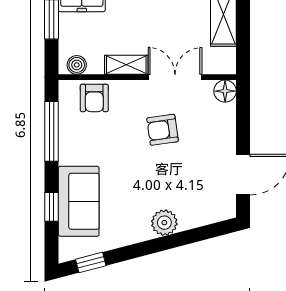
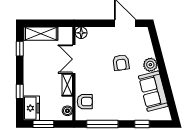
armchair: (163, 130) -> (121, 63), moved
sofa: (79, 201) -> (153, 91), moved, turned -105
window: (91, 262) -> (171, 103), removed

